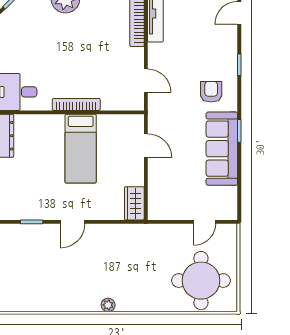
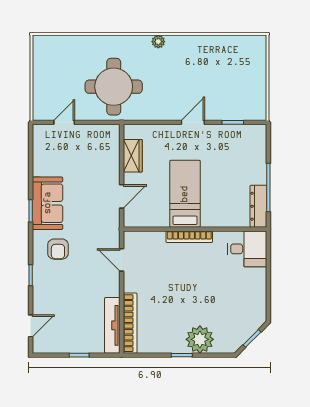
door: (146, 146) -> (122, 196), swing flipped
sofa: (222, 149) -> (48, 203), width x0.73
wardrobe: (134, 203) -> (133, 156), moved
round table: (201, 281) -> (114, 87), moved

